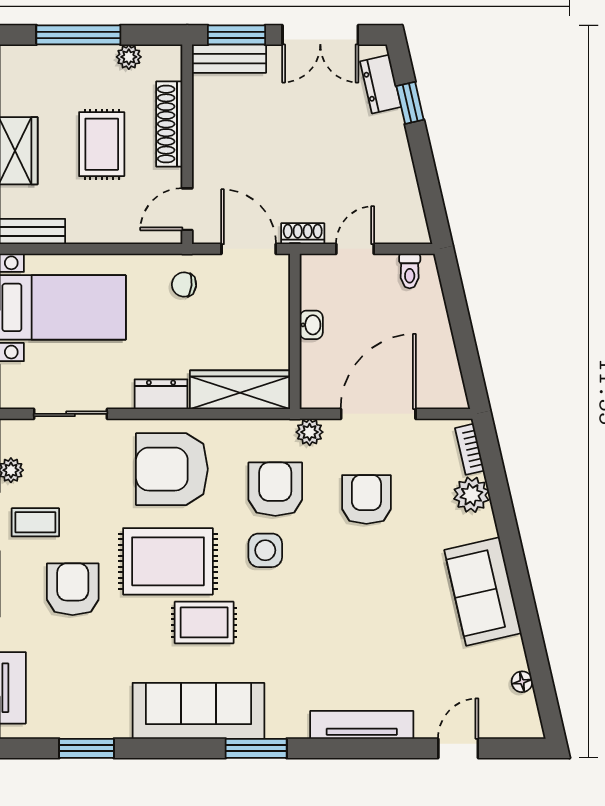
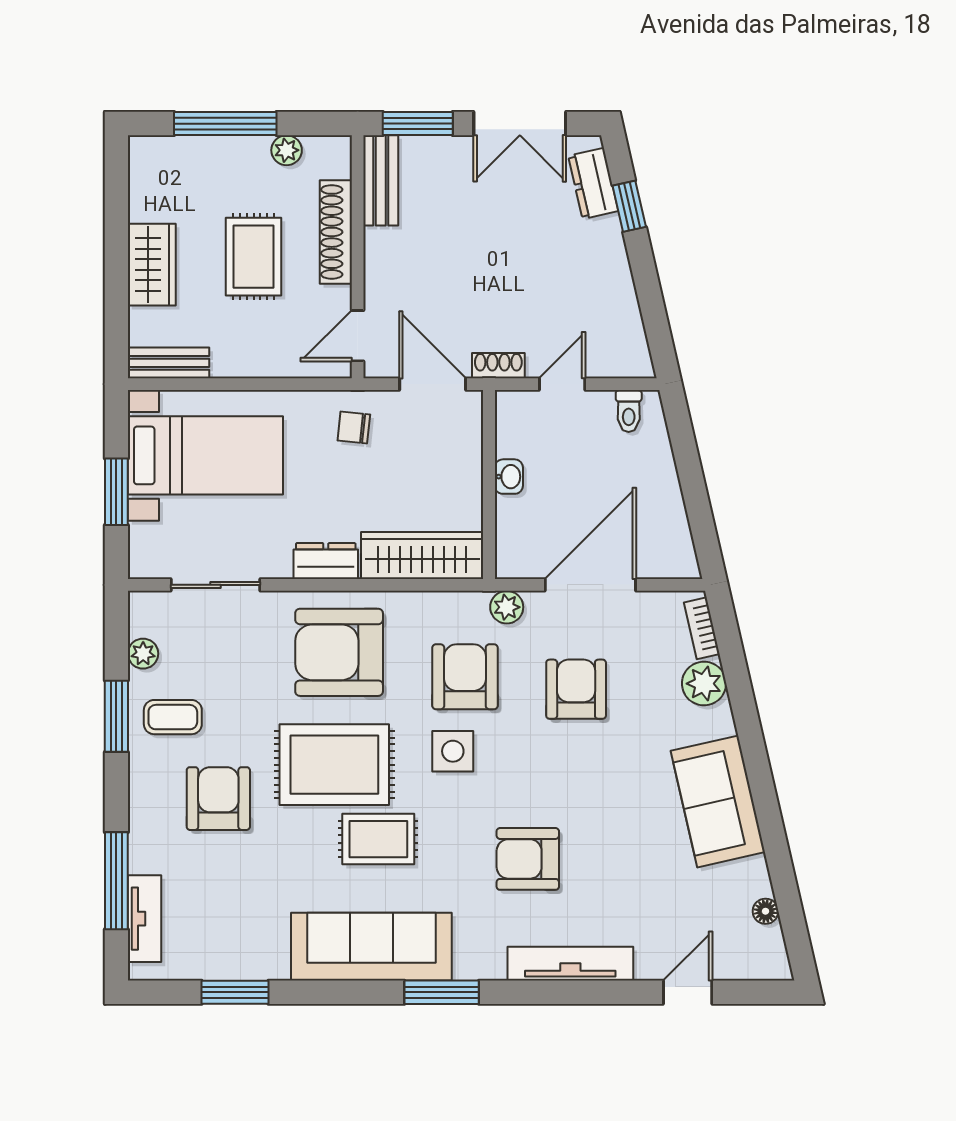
bench: (229, 59) -> (381, 180), moved, turned 90
armchair: (327, 639) -> (528, 859), added

